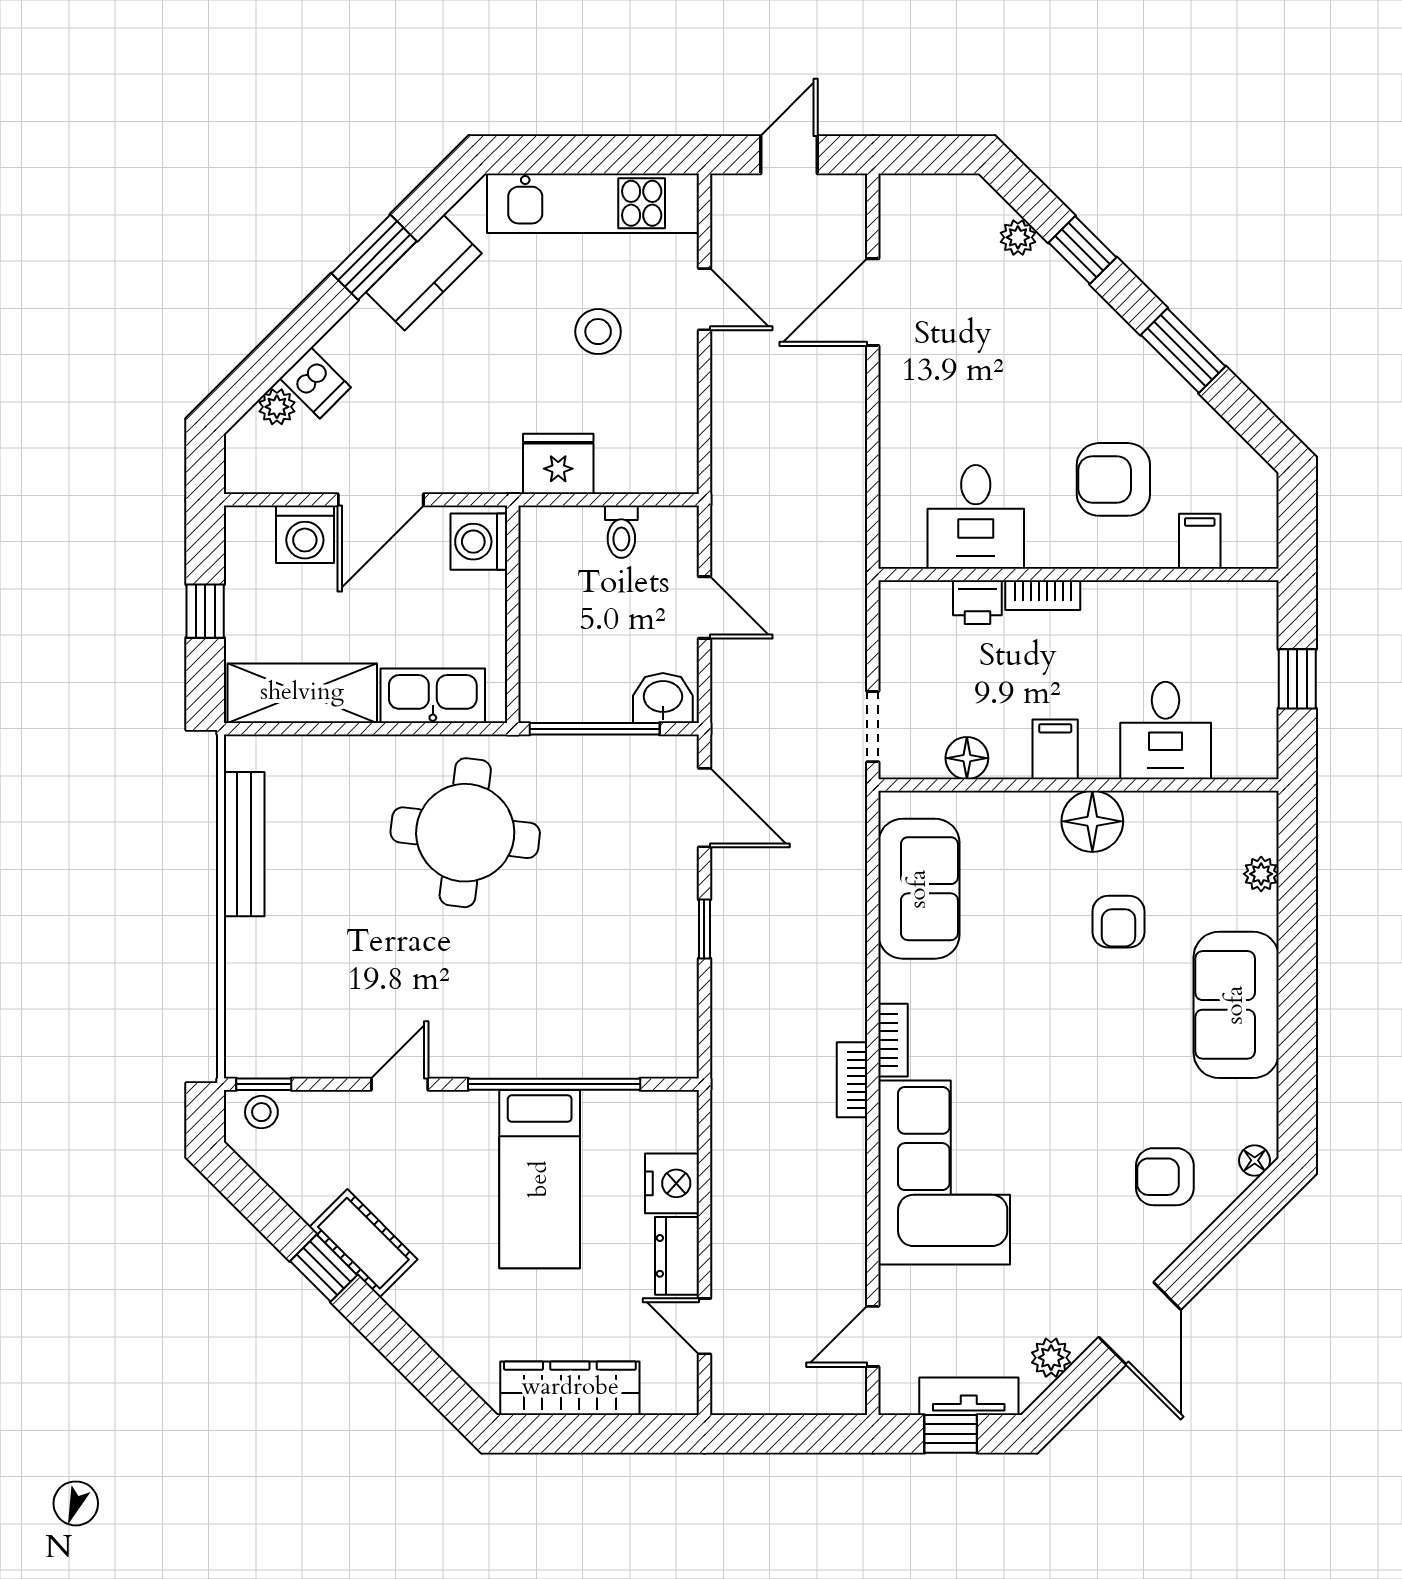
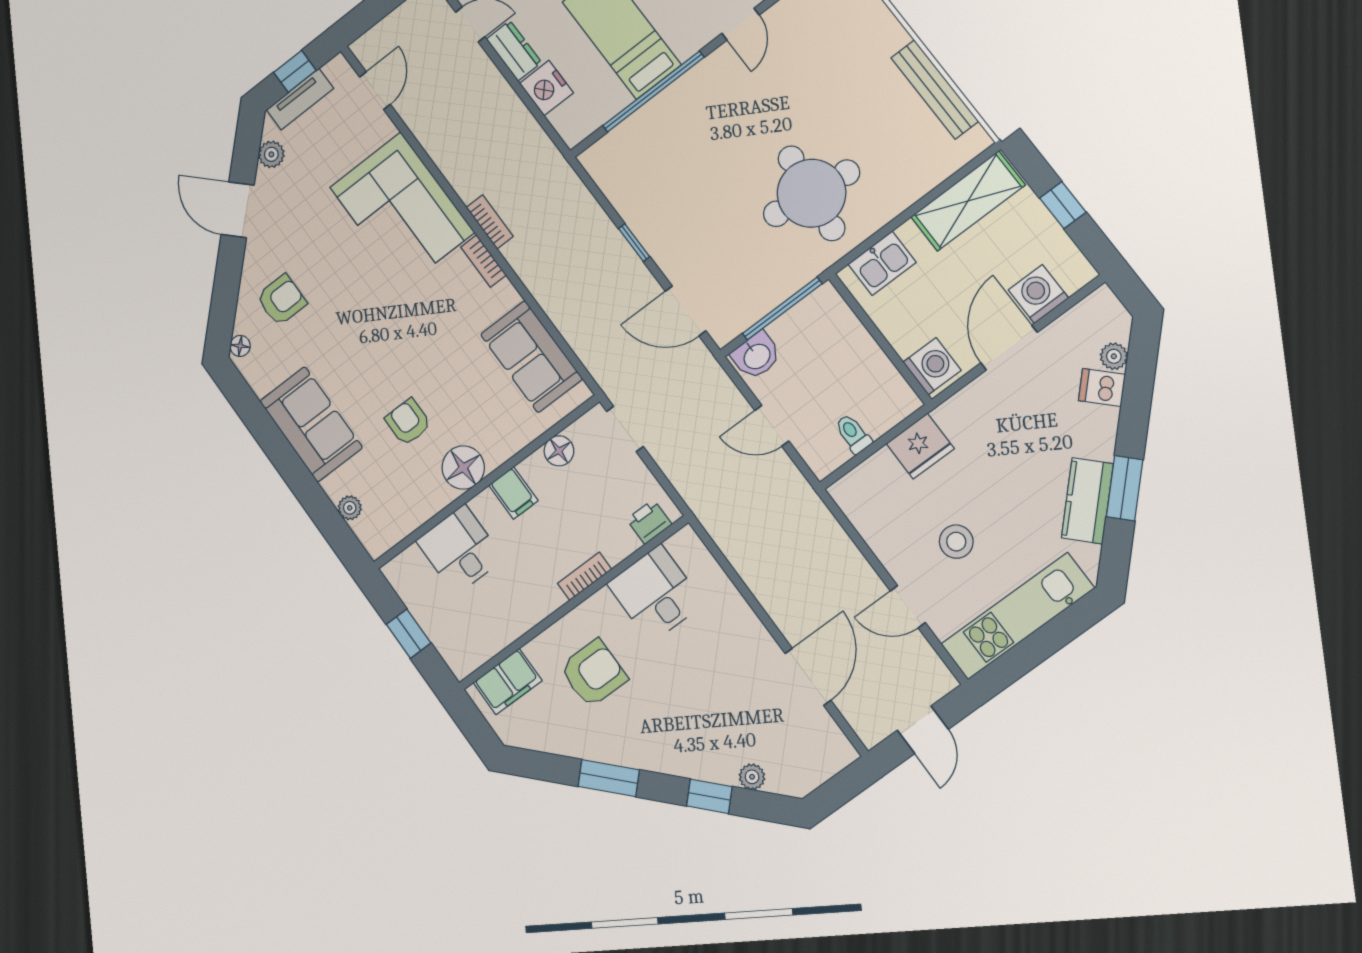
filing cabinet: (1200, 541) -> (508, 682), width x2.00
printer: (977, 602) -> (649, 522), moved
kitchen sink: (433, 696) -> (882, 263), width x0.73

